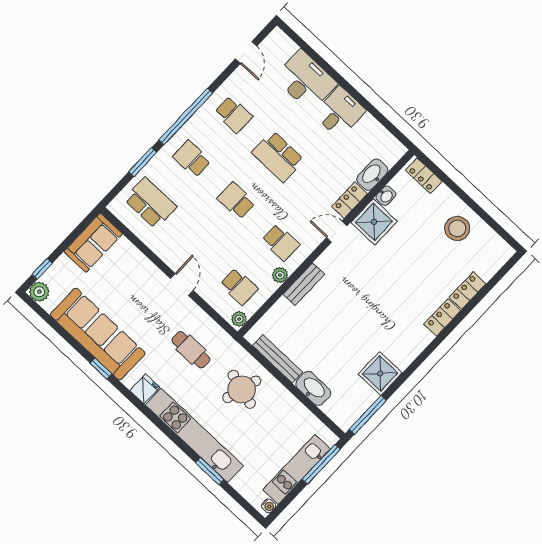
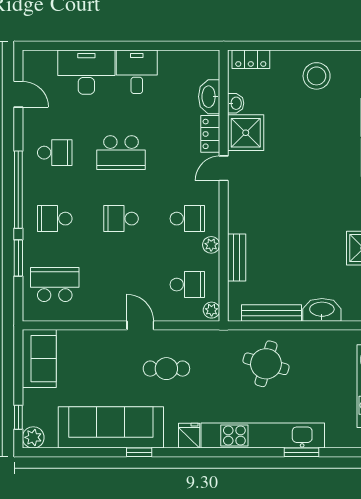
bench: (304, 284) -> (237, 258), moved
cafe table: (191, 350) -> (166, 369), moved

